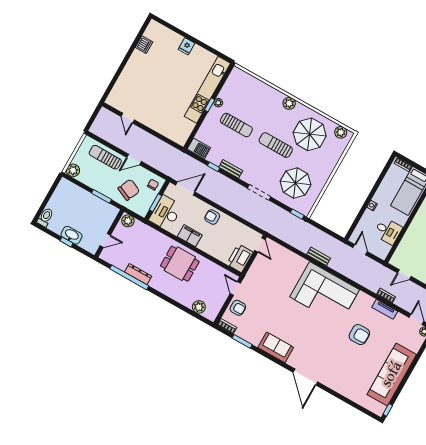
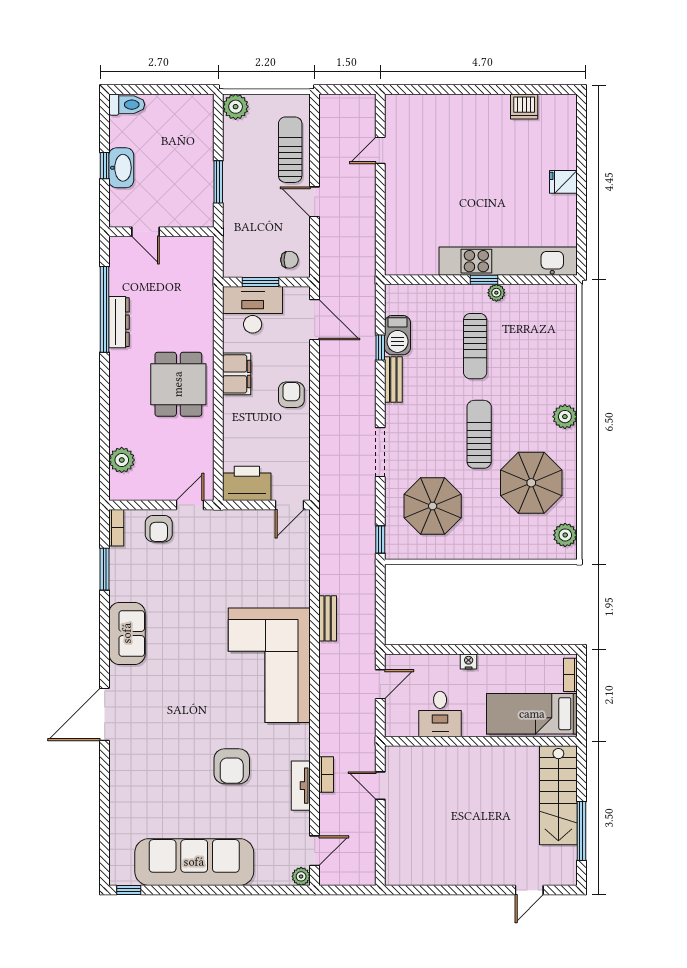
barbecue: (199, 148) -> (398, 335), moved
chair: (129, 190) -> (257, 223), removed
plant: (128, 221) -> (202, 252), removed

